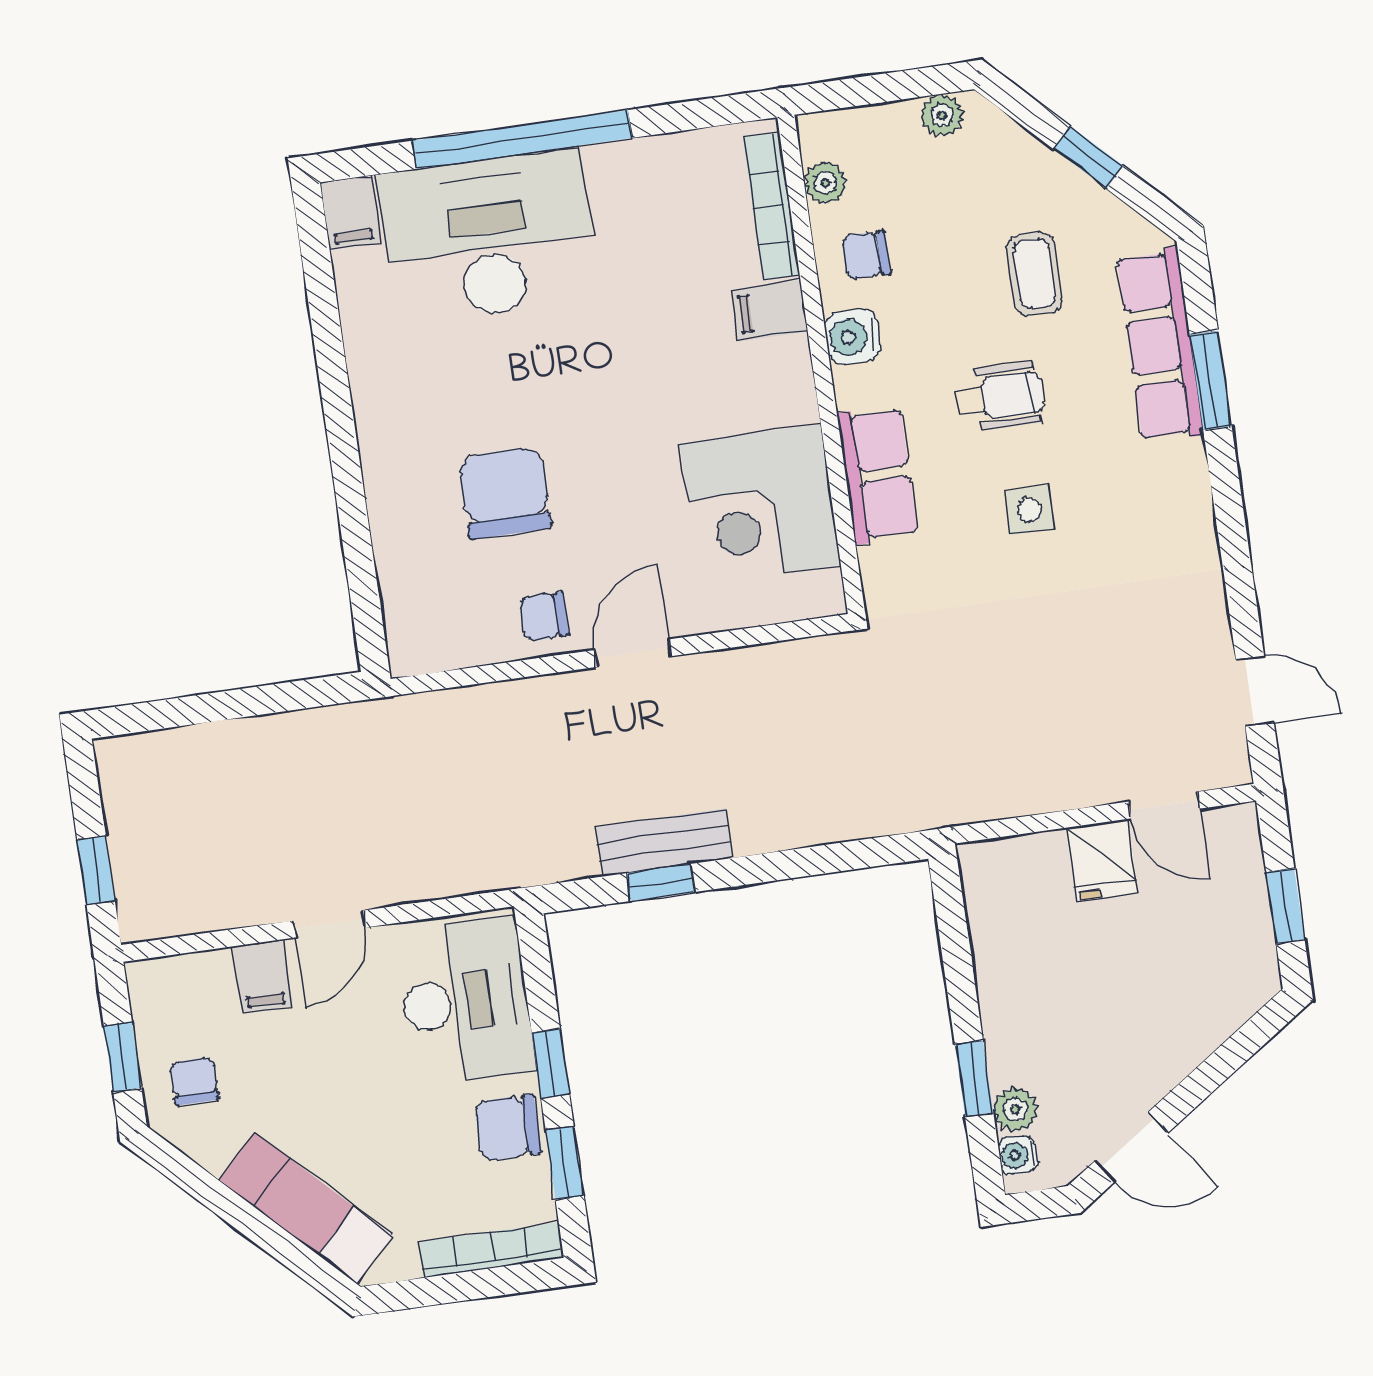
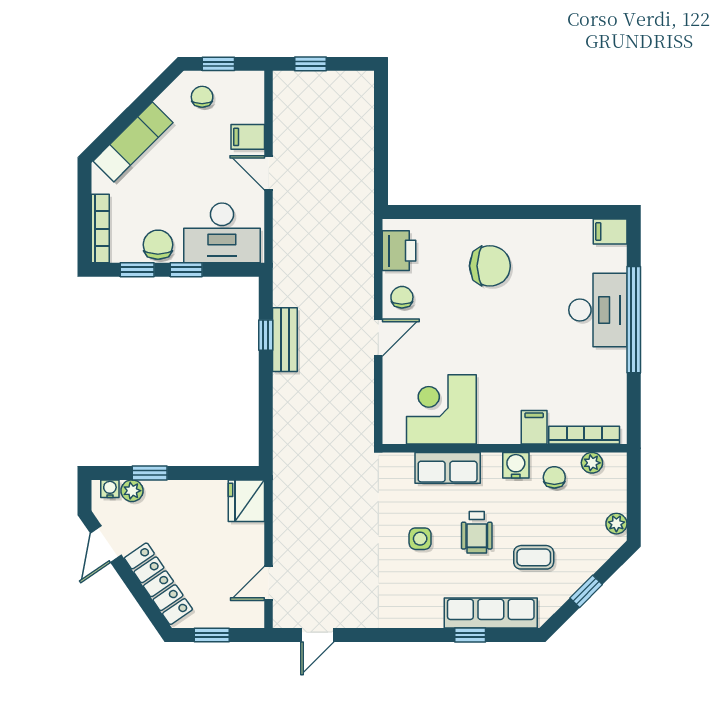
desk: (488, 236) -> (598, 310), width x0.73, depth x0.77
window: (1211, 380) -> (470, 635), width x0.67
chair: (505, 493) -> (490, 266), moved
printer: (450, 636) -> (399, 251), added
door: (633, 653) -> (378, 338), hinge flipped
fridge: (1102, 860) -> (246, 501), moved, width x1.38
locker: (1197, 1029) -> (158, 584), added
chair: (194, 1081) -> (202, 97), turned -90

